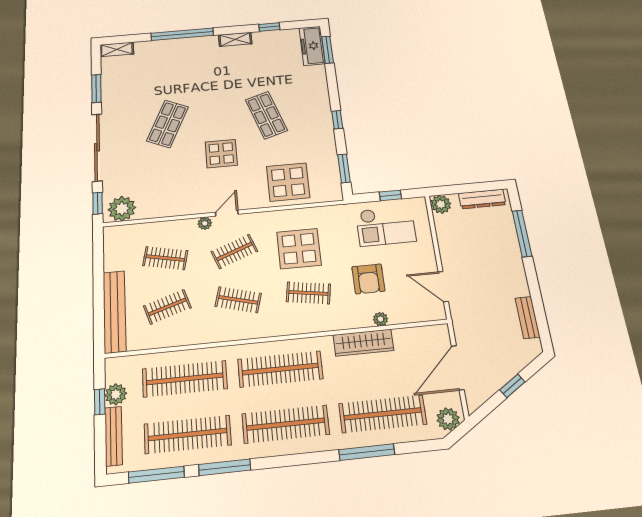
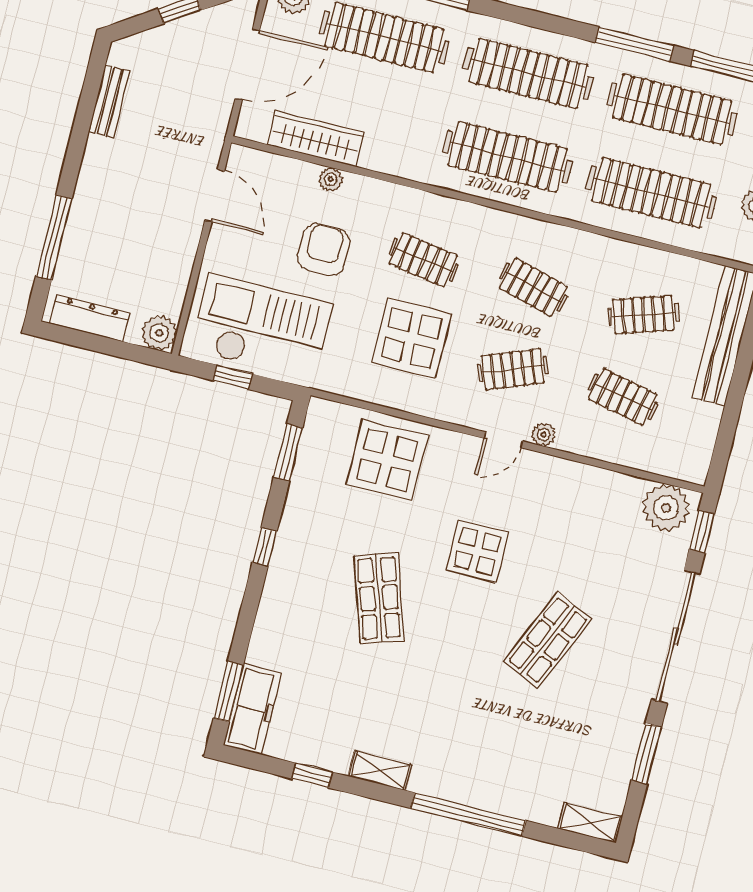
checkout: (386, 226) -> (262, 327), width x1.36, depth x1.21
wardrobe: (363, 343) -> (316, 139), moved

